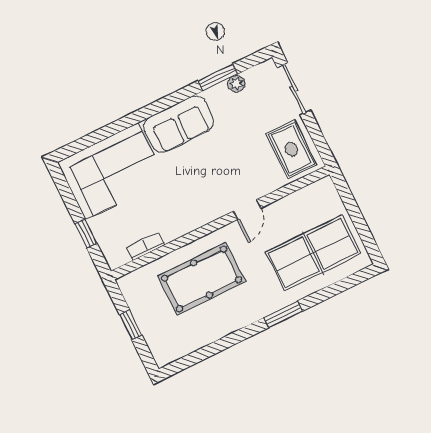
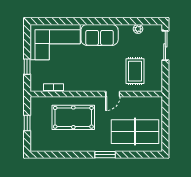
window: (218, 77) -> (130, 21), removed
rug: (291, 149) -> (135, 71), moved

